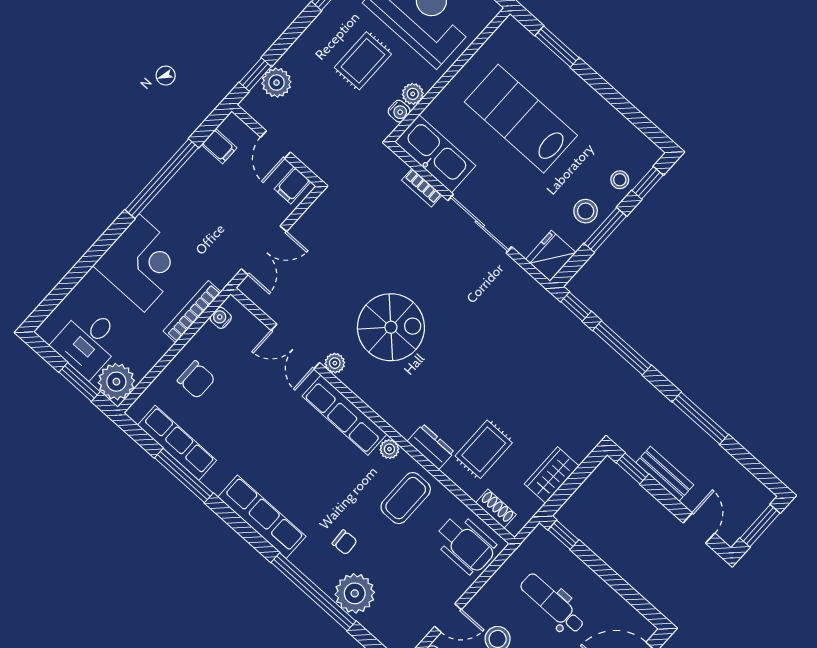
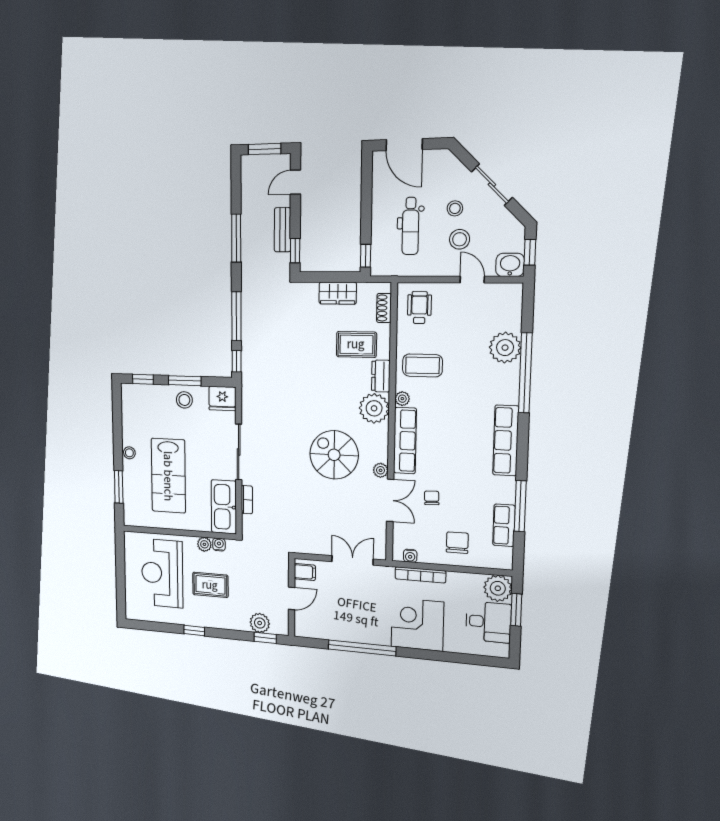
filing cabinet: (219, 146) -> (318, 629), removed
stool: (620, 180) -> (129, 453), moved
plant: (404, 411) -> (374, 408), added
row of seats: (177, 443) -> (504, 525), width x0.68
chair: (345, 542) -> (432, 498), moved
wheelchair: (466, 544) -> (419, 308), width x0.73, depth x0.73

